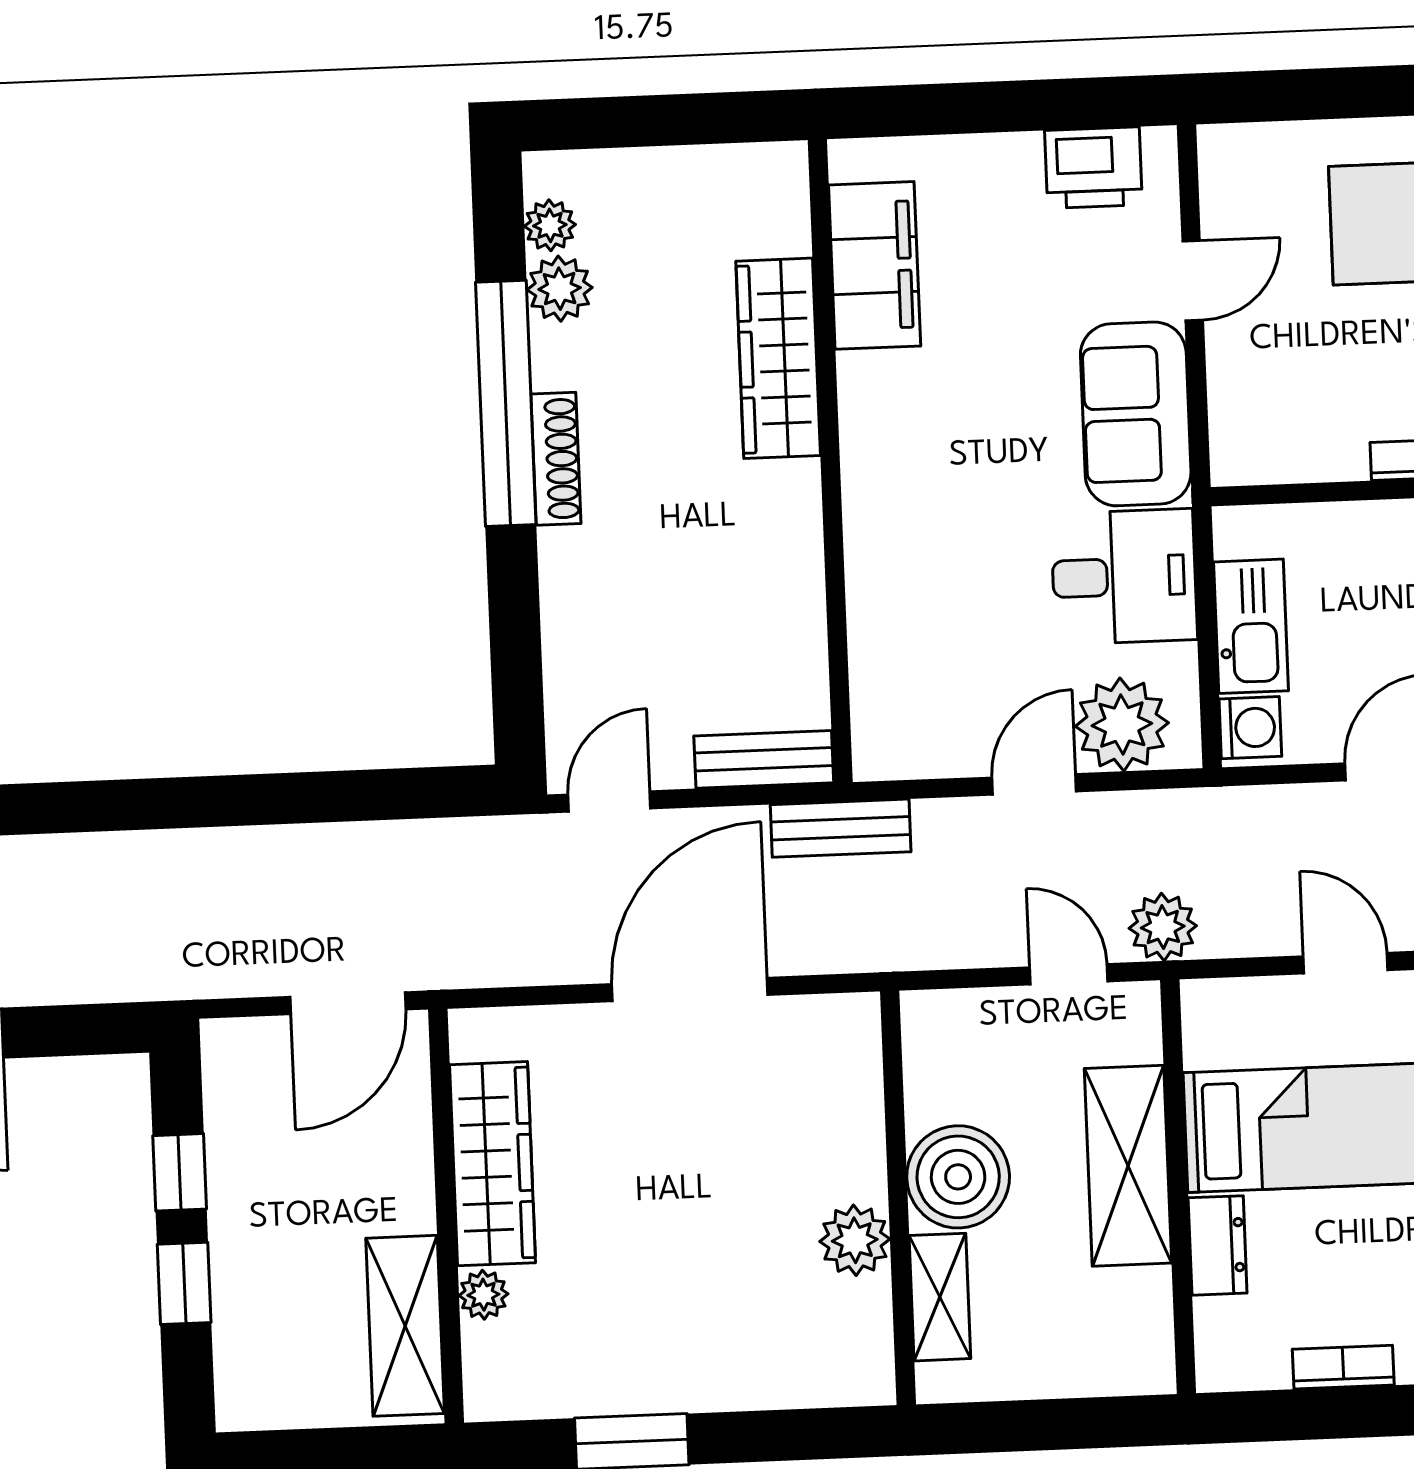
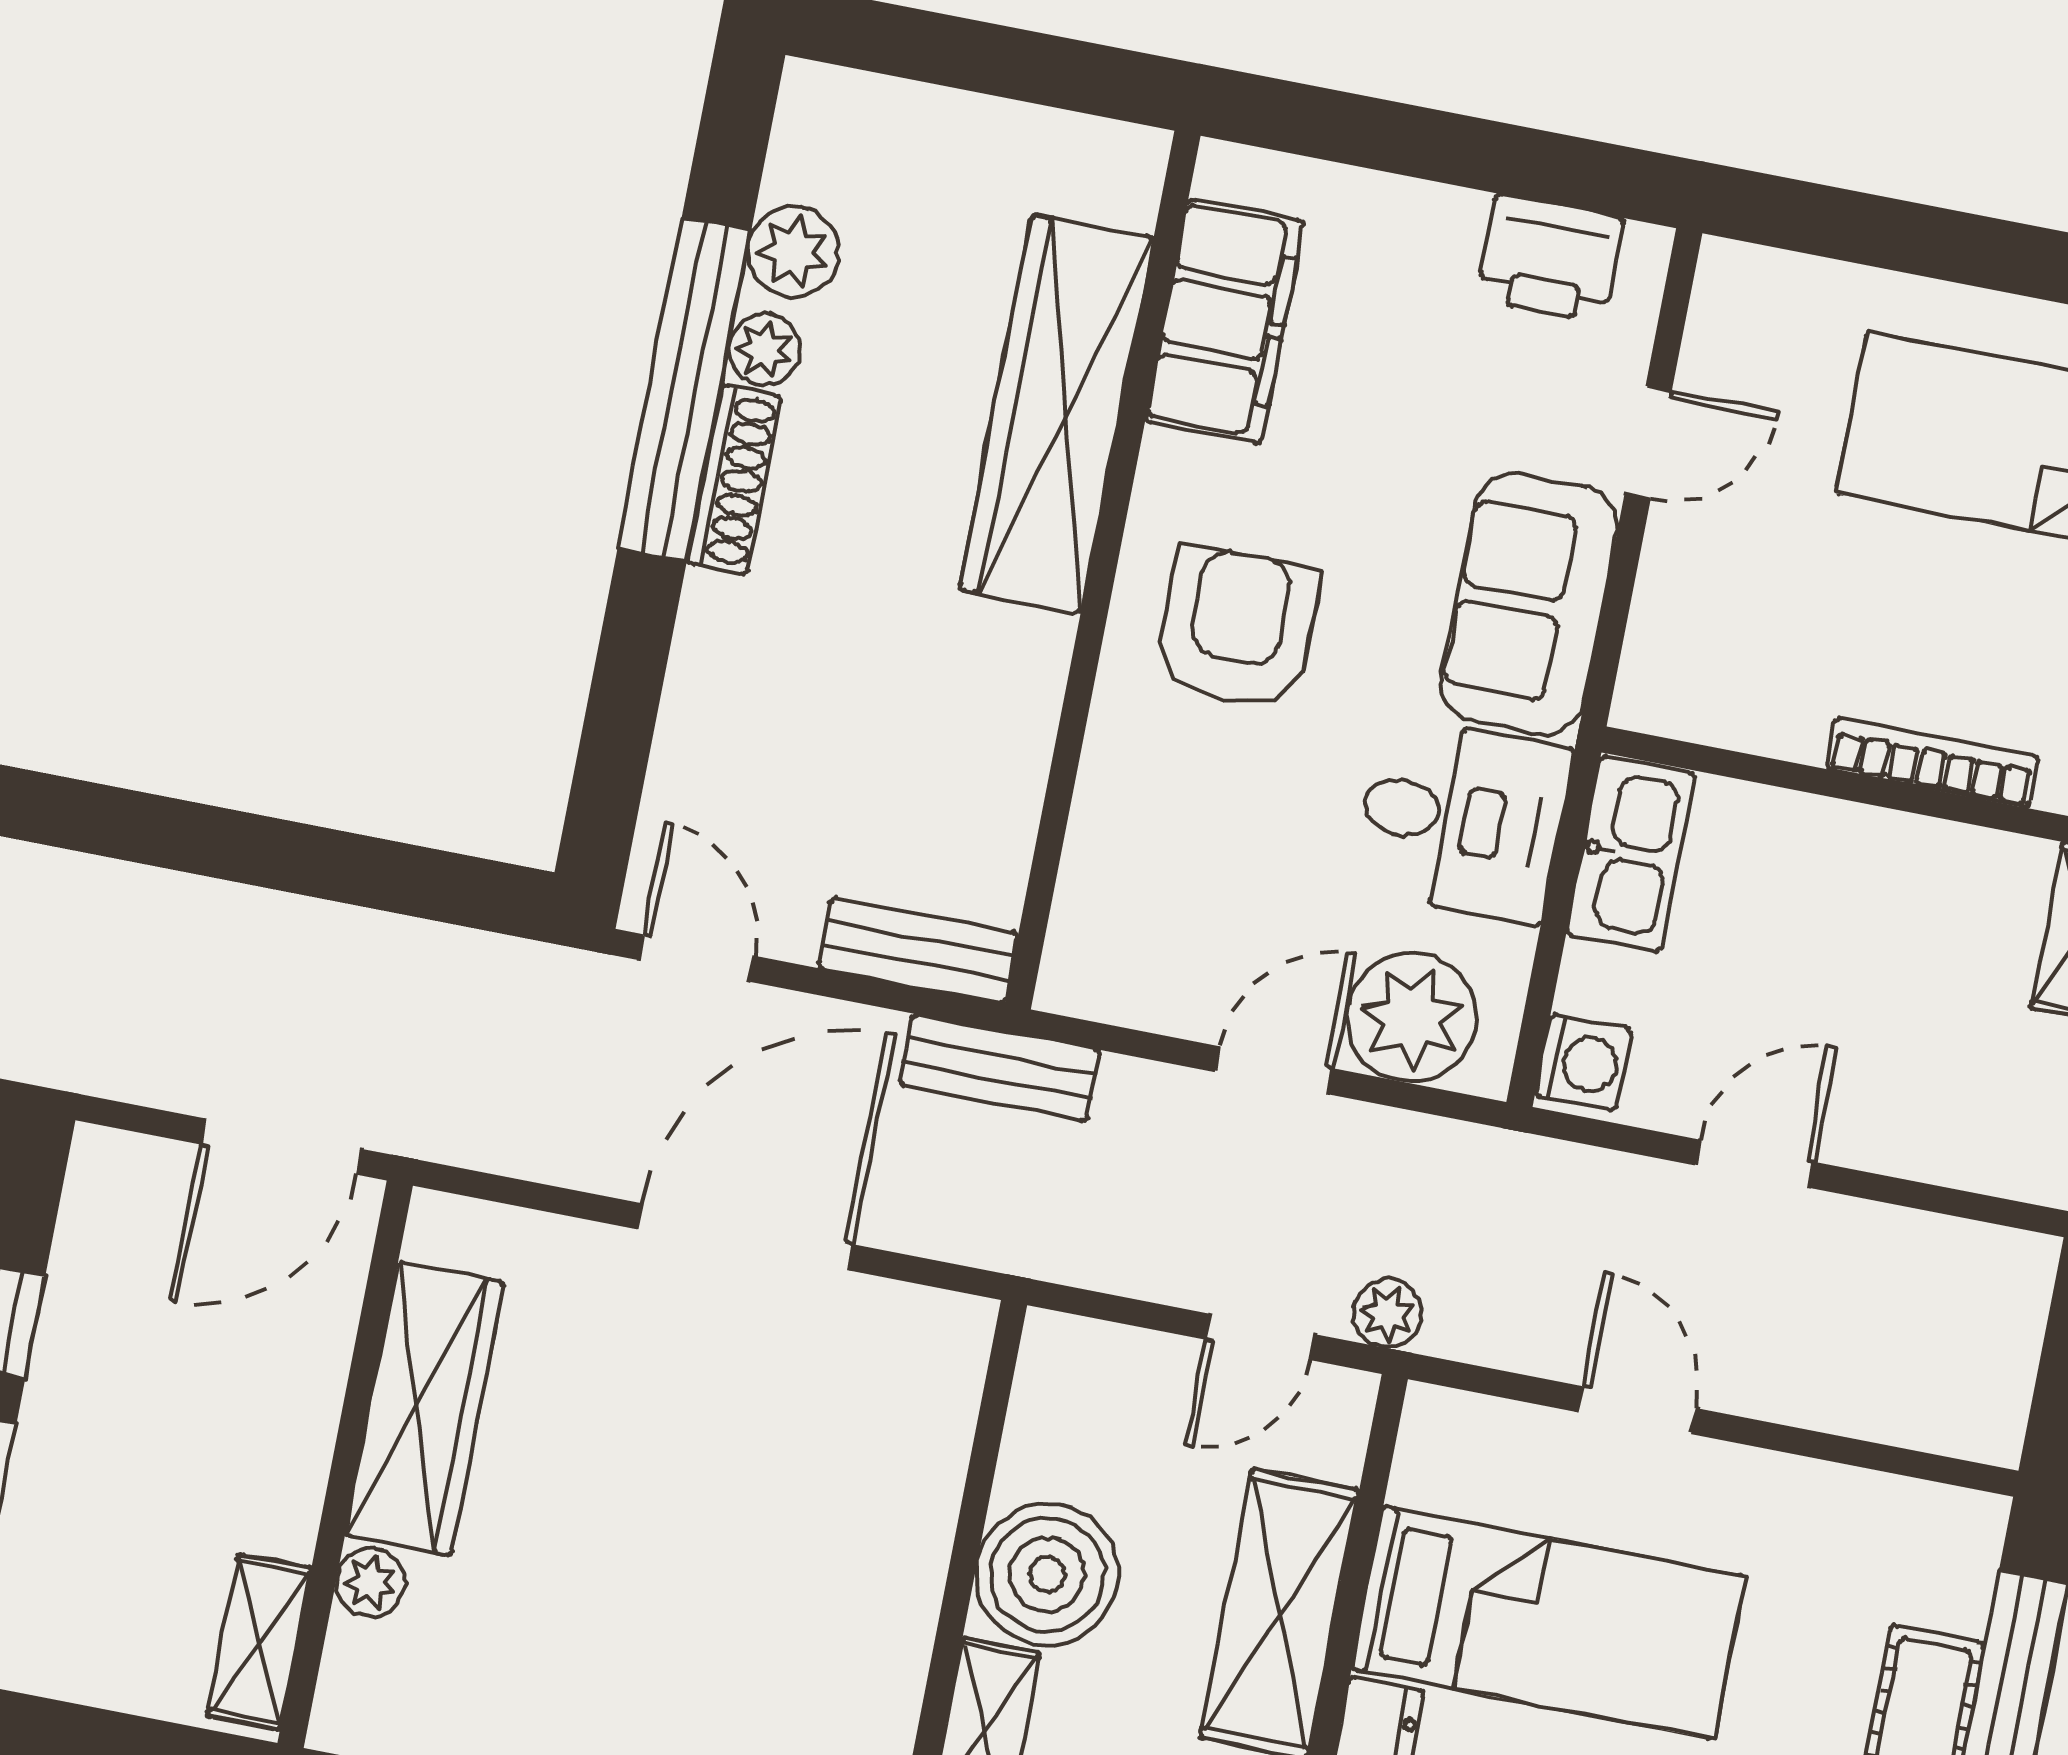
plant: (550, 225) -> (764, 349), moved
wardrobe: (778, 358) -> (1056, 414), width x1.40, depth x1.17
armchair: (934, 479) -> (1237, 628), added
kitchen sink: (1251, 626) -> (1631, 854), moved
door: (609, 801) -> (697, 958), hinge flipped
plant: (1163, 927) -> (1387, 1313), width x0.73, depth x0.73
door: (1069, 974) -> (1260, 1337), swing flipped
plant: (855, 1240) -> (888, 1627), removed
shelving: (405, 1326) -> (259, 1642), width x0.67, depth x0.75

